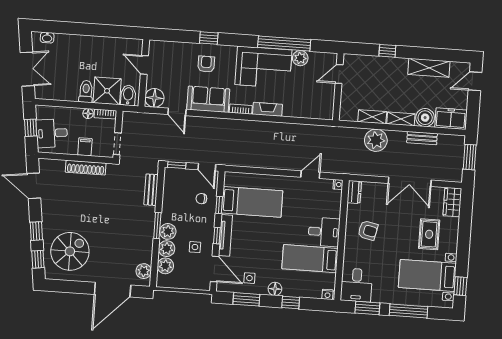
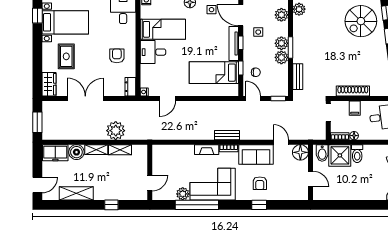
bench: (422, 138) -> (227, 135), moved
armchair: (368, 230) -> (117, 56), turned 78
plant: (167, 249) -> (281, 57), moved

